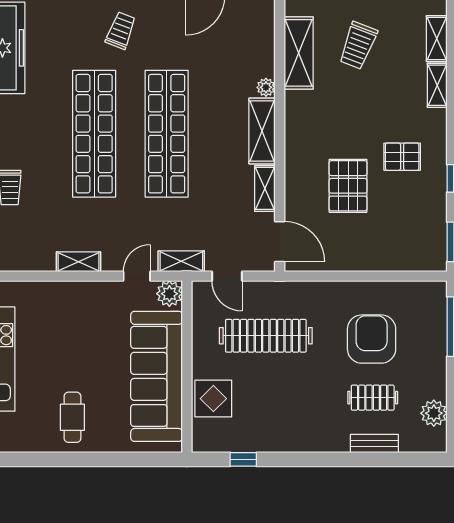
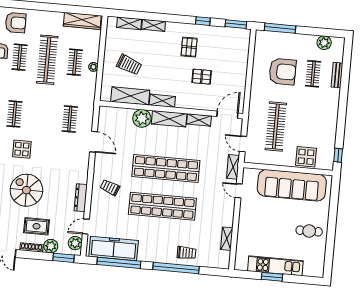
plant: (266, 87) -> (142, 118), width x1.87, depth x1.87
shelving: (295, 115) -> (162, 101), added
pallet: (348, 186) -> (202, 77), width x0.67, depth x0.71
shelving: (78, 262) -> (227, 239), moved
door: (227, 276) -> (243, 144), swing flipped
plant: (169, 294) -> (249, 175), removed
armchair: (372, 339) -> (283, 72), turned 180
window: (243, 459) -> (338, 155), moved

